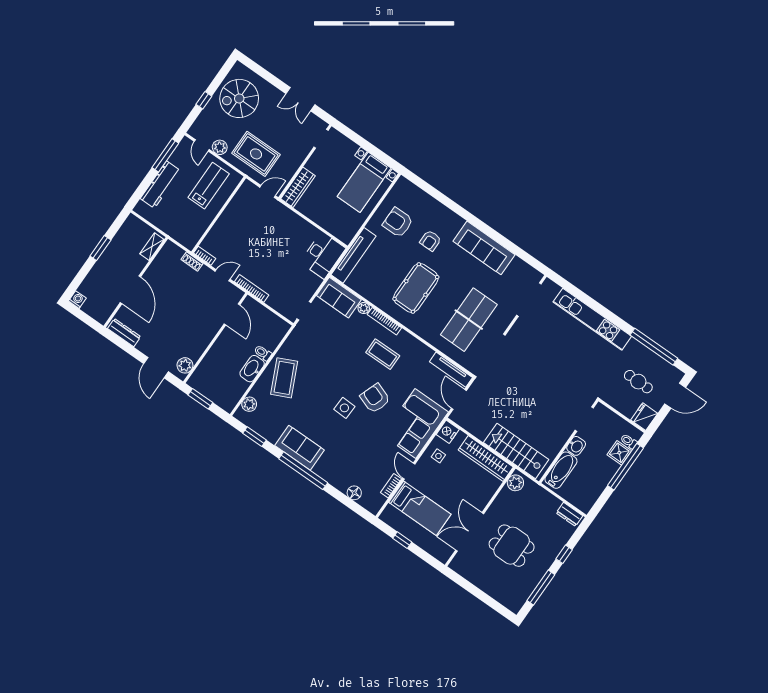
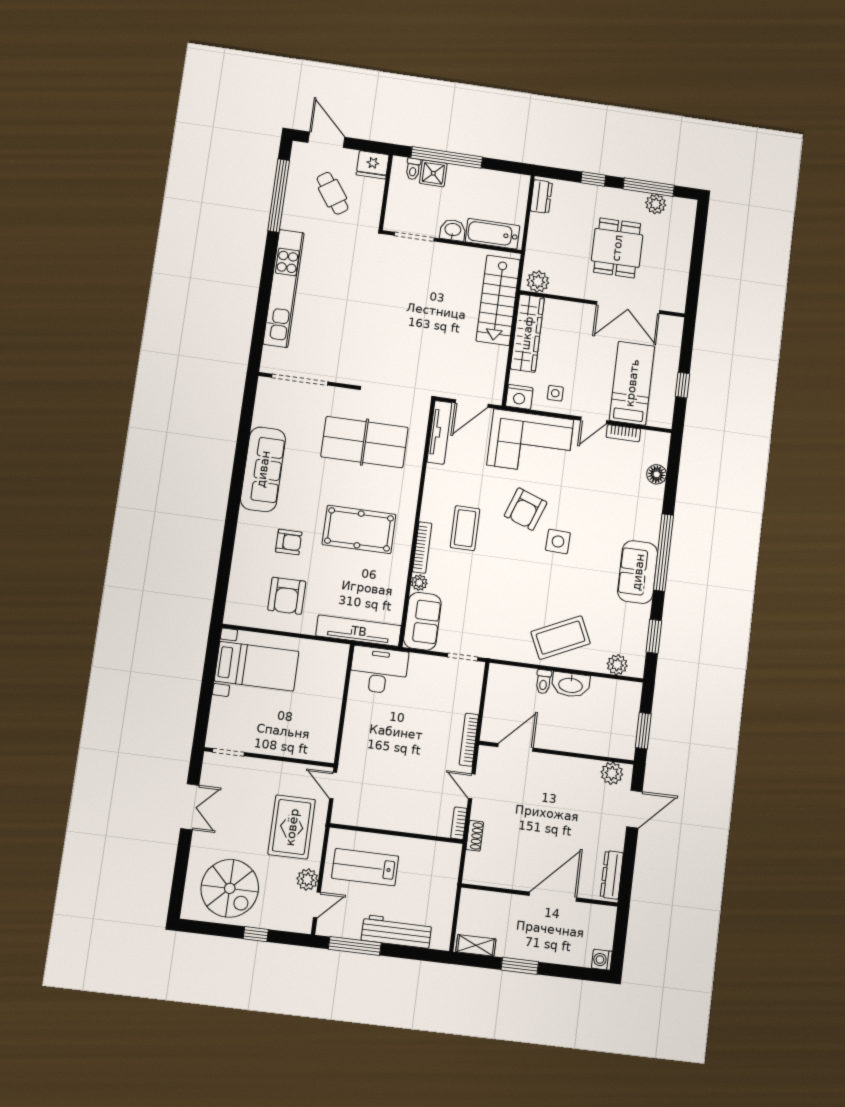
wardrobe: (298, 187) -> (307, 749), removed
shelving: (152, 247) -> (476, 945), moved
cafe table: (638, 382) -> (333, 193), turned -35
plant: (528, 586) -> (656, 204), added

